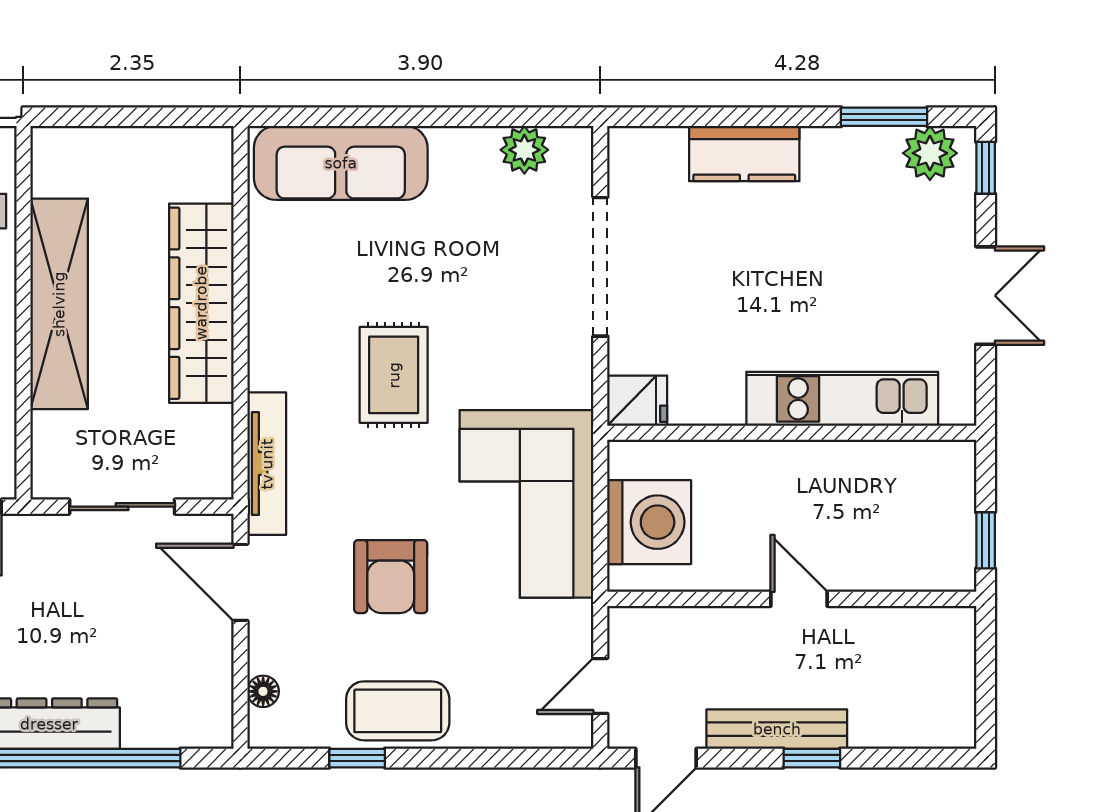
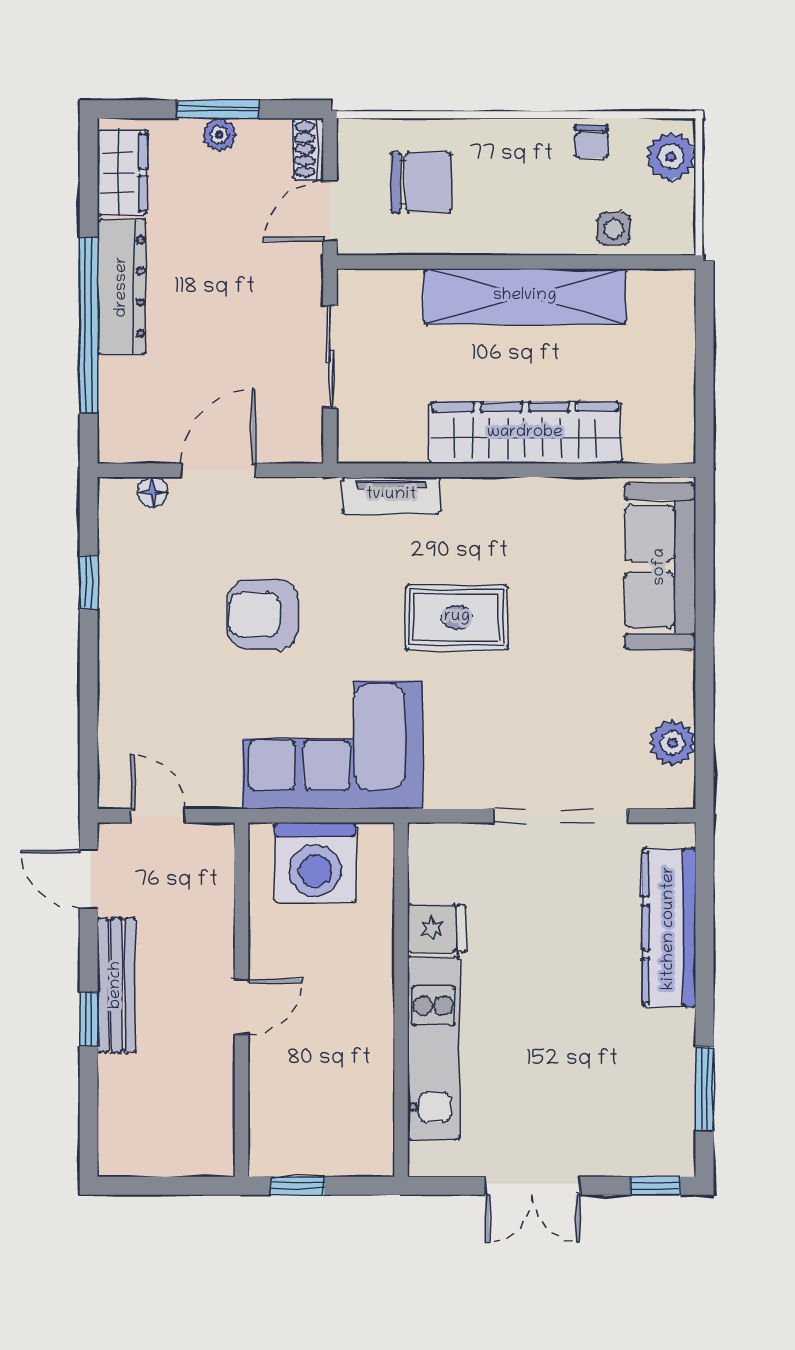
plant: (930, 153) -> (669, 1132), removed
kitchen counter: (744, 154) -> (669, 928), width x1.50
fridge: (637, 401) -> (436, 928), moved, turned -90
tv unit: (267, 464) -> (391, 495), width x0.71
door: (240, 582) -> (218, 470), moved
coffee table: (398, 711) -> (134, 621), removed

